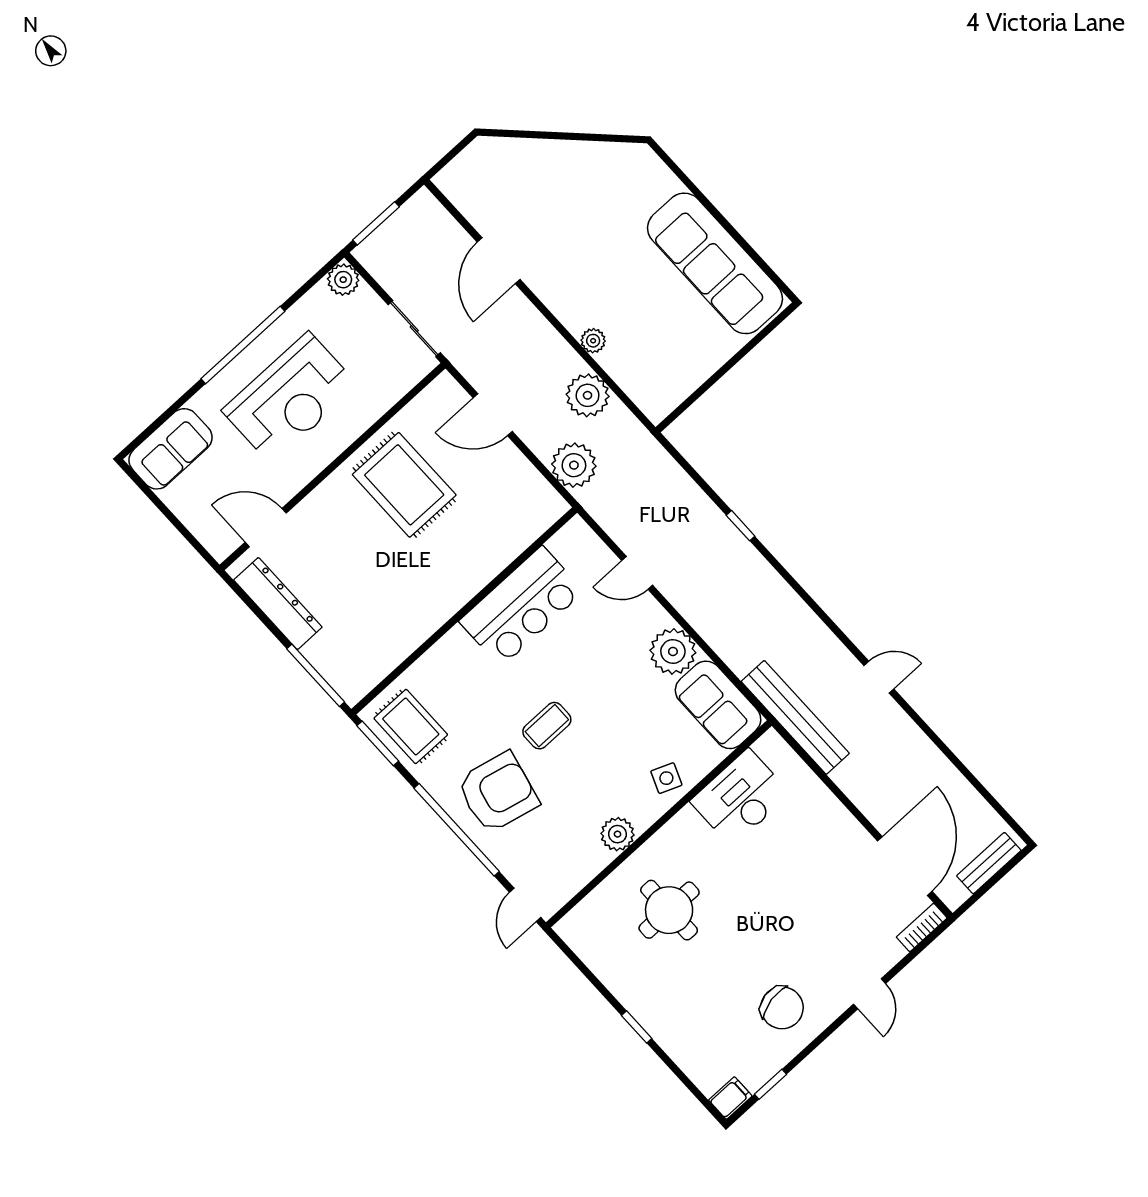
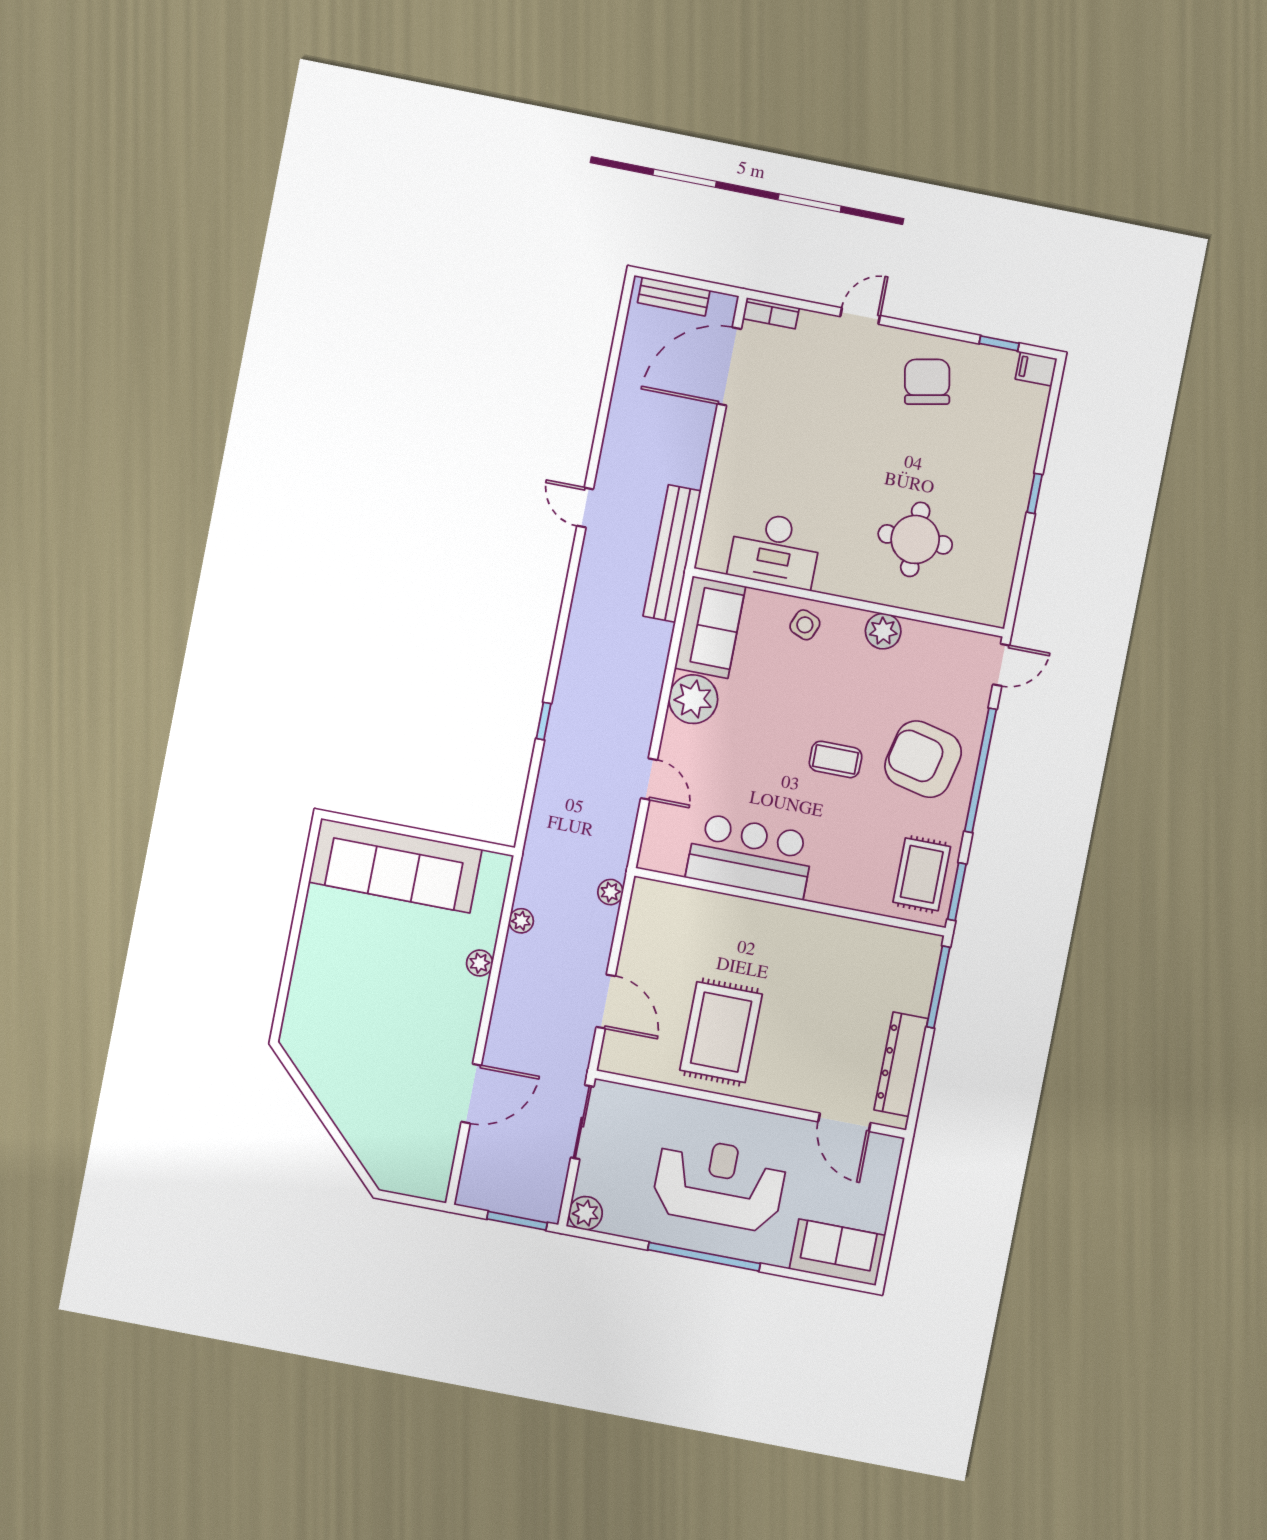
sofa: (715, 263) -> (395, 866), moved, turned 90
plant: (588, 395) -> (521, 921), width x0.53, depth x0.53
plant: (574, 465) -> (610, 892), width x0.53, depth x0.53

